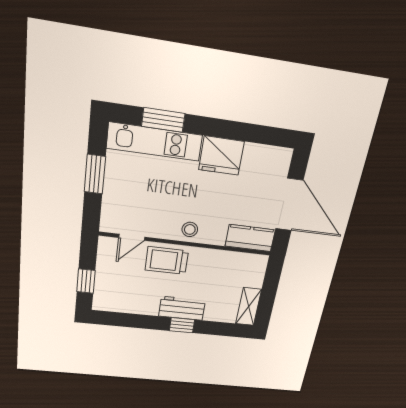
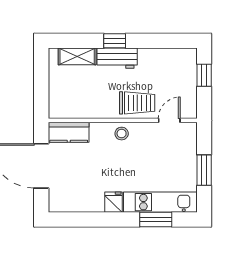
fridge: (221, 156) -> (114, 202), width x0.53, depth x0.75
shelving: (249, 307) -> (77, 56), moved, turned 90

